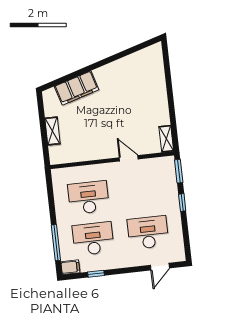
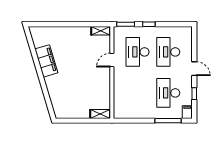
filing cabinet: (77, 88) -> (46, 61), moved
shelving: (52, 131) -> (100, 114), moved
desk: (88, 198) -> (137, 52), moved
door: (160, 267) -> (194, 69), moved

